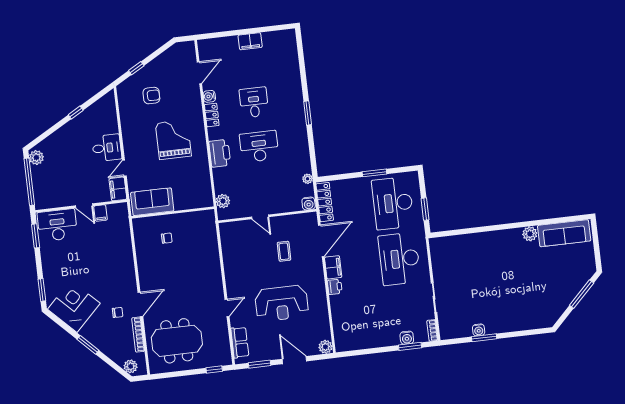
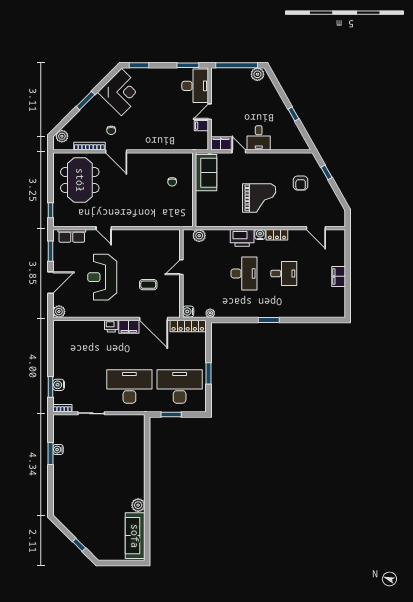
water cooler: (209, 96) -> (260, 234), moved
window: (582, 294) -> (79, 545), width x0.46

